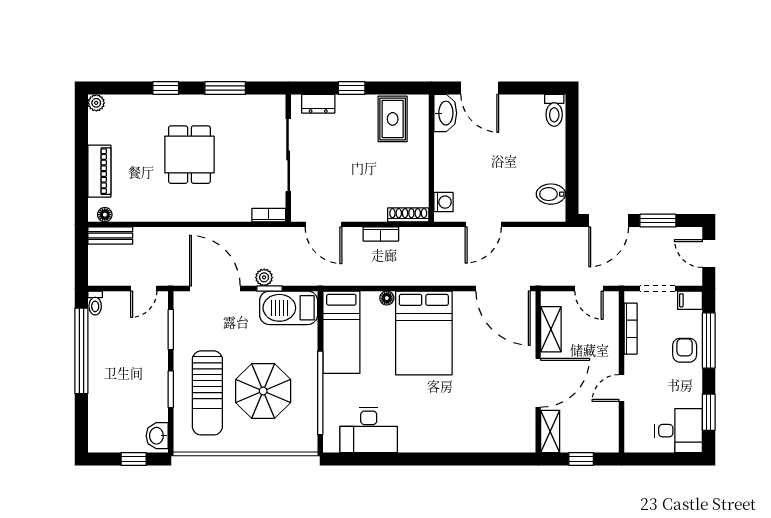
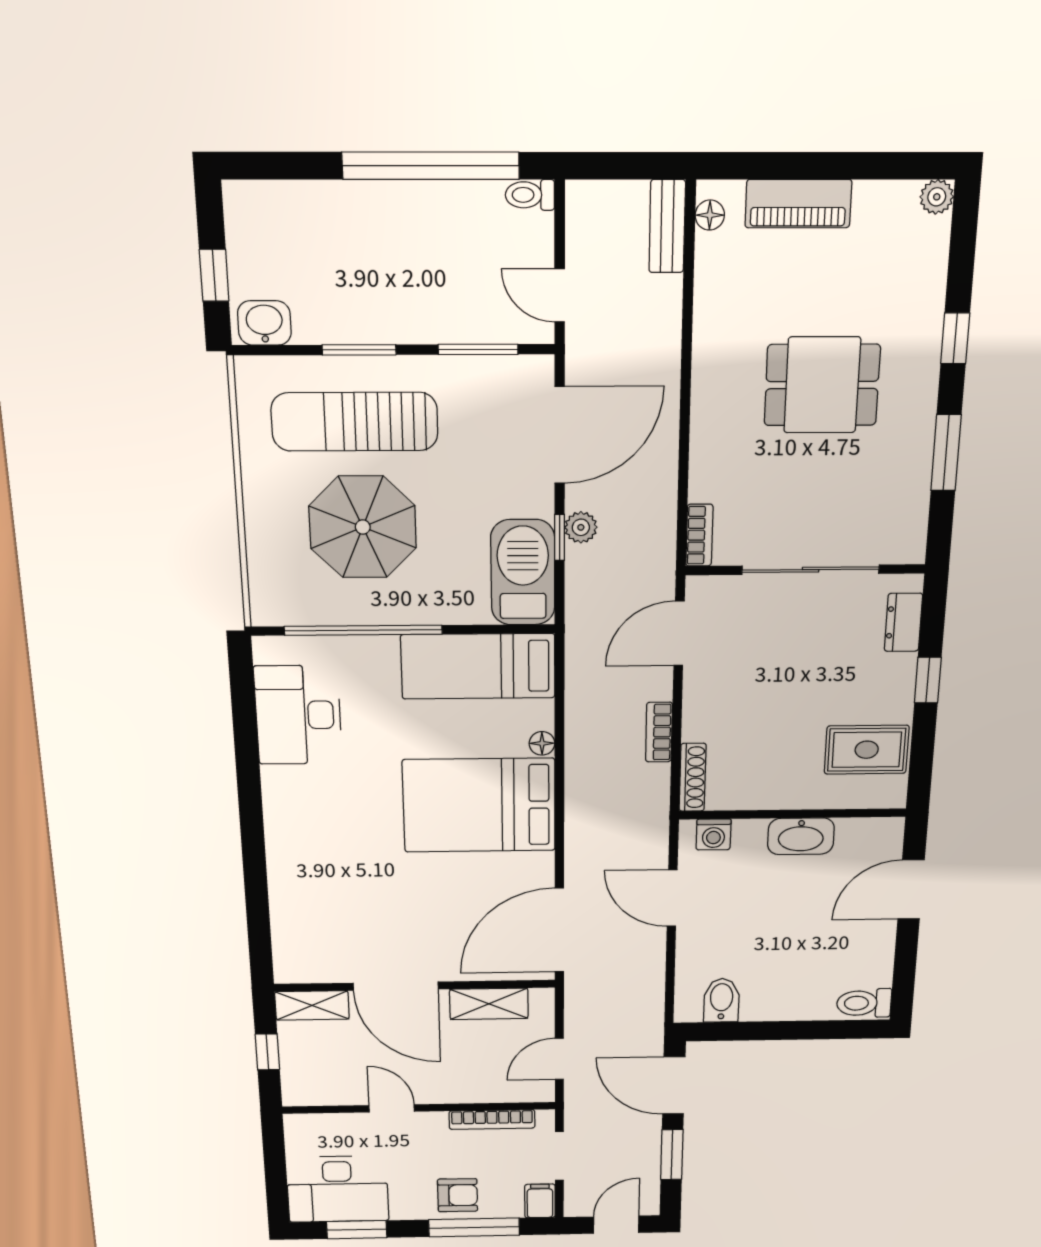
washbasin: (445, 113) -> (801, 836), moved
desk: (679, 431) -> (338, 1189), width x1.37

